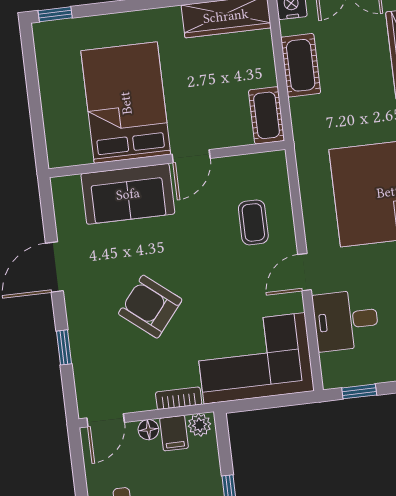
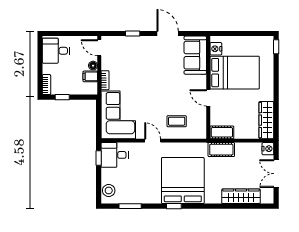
cot: (301, 65) -> (221, 150), moved
nightstand: (76, 152) -> (216, 49), added
sofa: (128, 194) -> (195, 55), moved
armchair: (150, 307) -> (146, 73), removed
desk: (346, 320) -> (115, 155), moved, turned -90
plant: (200, 425) -> (92, 88), removed

